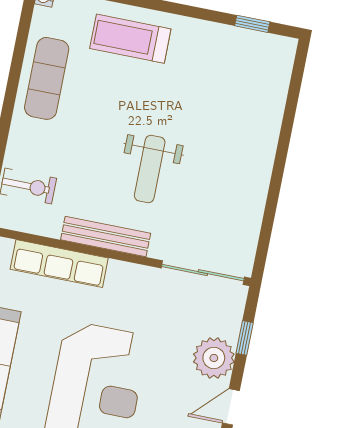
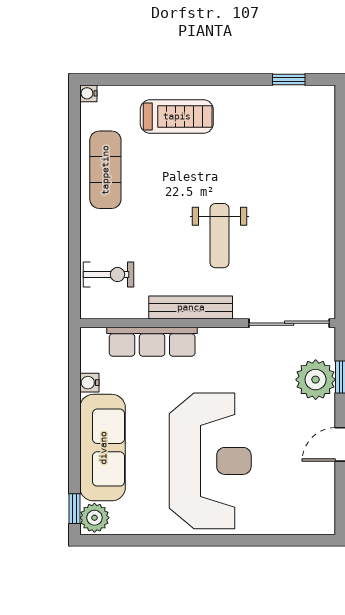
treadmill: (130, 39) -> (177, 116), turned 180
plant: (214, 358) -> (316, 380), moved

